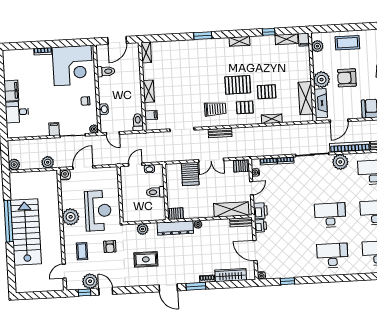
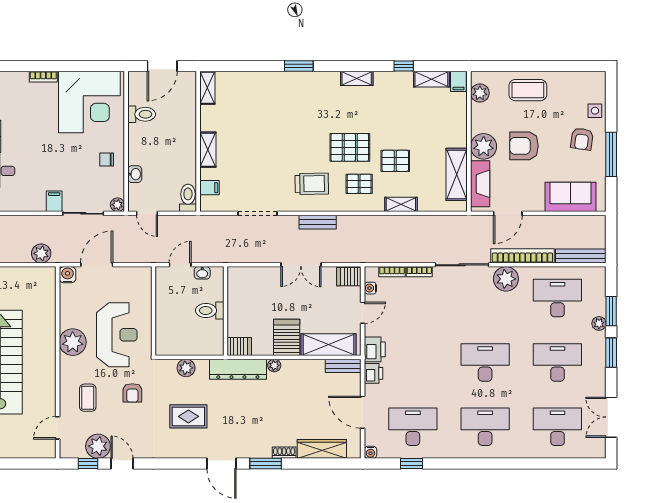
server rack: (190, 174) -> (287, 337), moved, turned 180
desk: (287, 258) -> (413, 427), added

